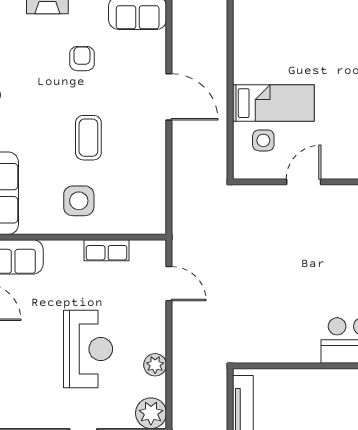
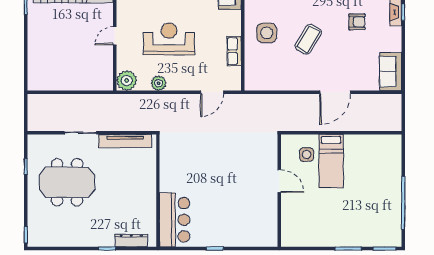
armchair: (82, 59) -> (357, 22), moved
coffee table: (88, 138) -> (308, 39), turned -59
reception desk: (88, 349) -> (169, 39), turned 180

